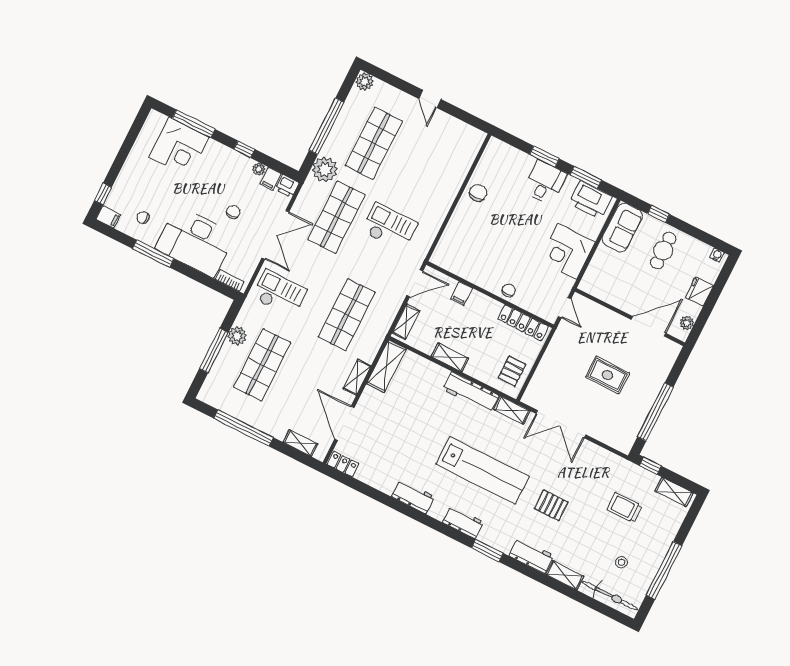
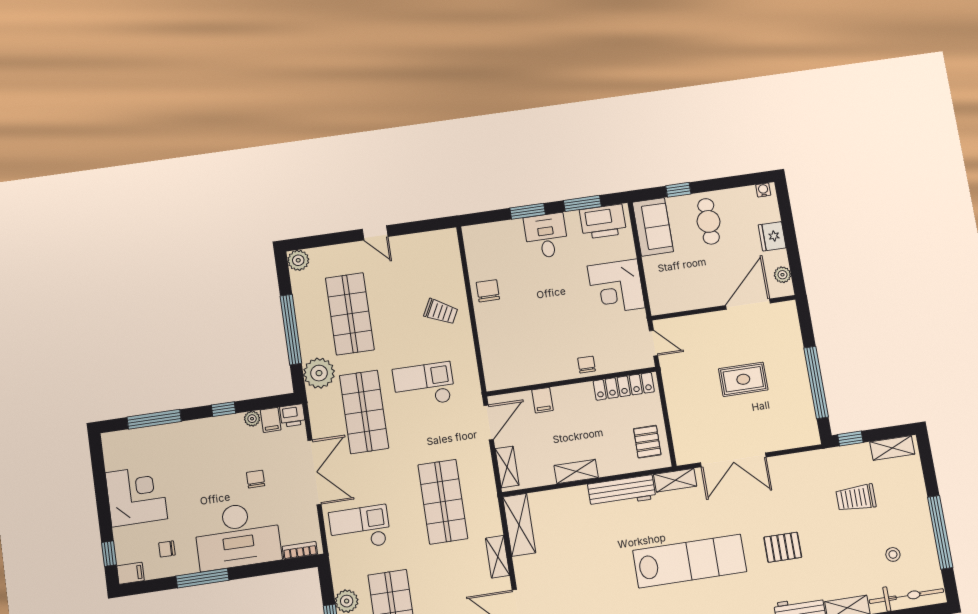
corner desk: (179, 147) -> (136, 496), moved, turned -90
trolley: (436, 185) -> (441, 312), added

